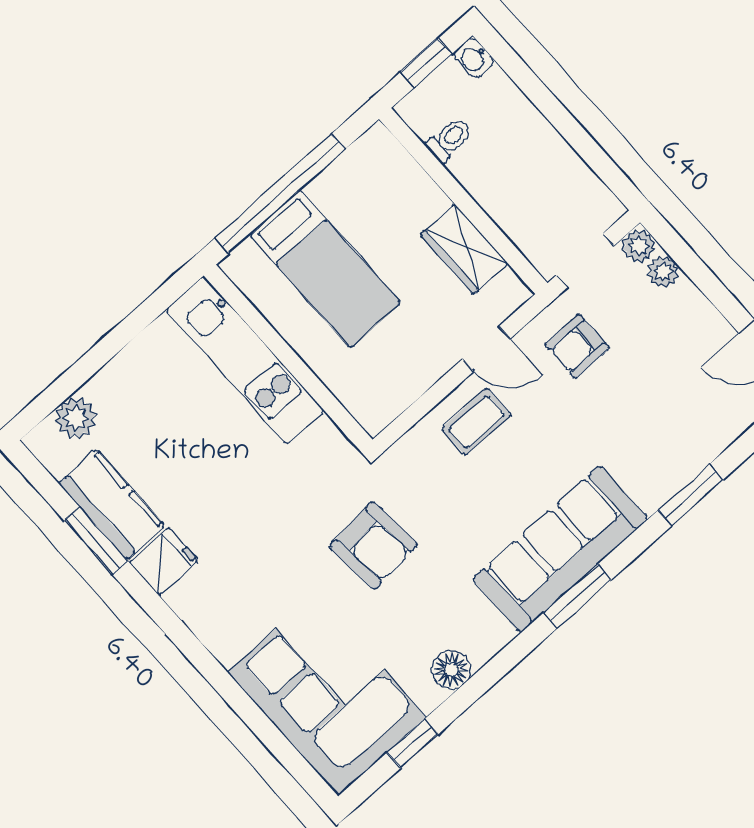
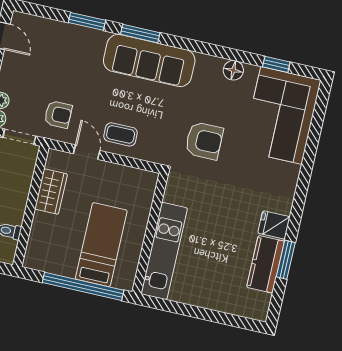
plant: (76, 418) -> (240, 305), removed
armchair: (373, 545) -> (204, 141), turned 95
window: (577, 596) -> (140, 33), moved

